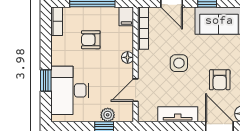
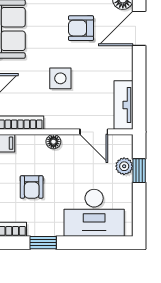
window: (46, 80) -> (43, 243), moved
armchair: (220, 80) -> (81, 28), turned 180
tv unit: (178, 114) -> (124, 105), moved

